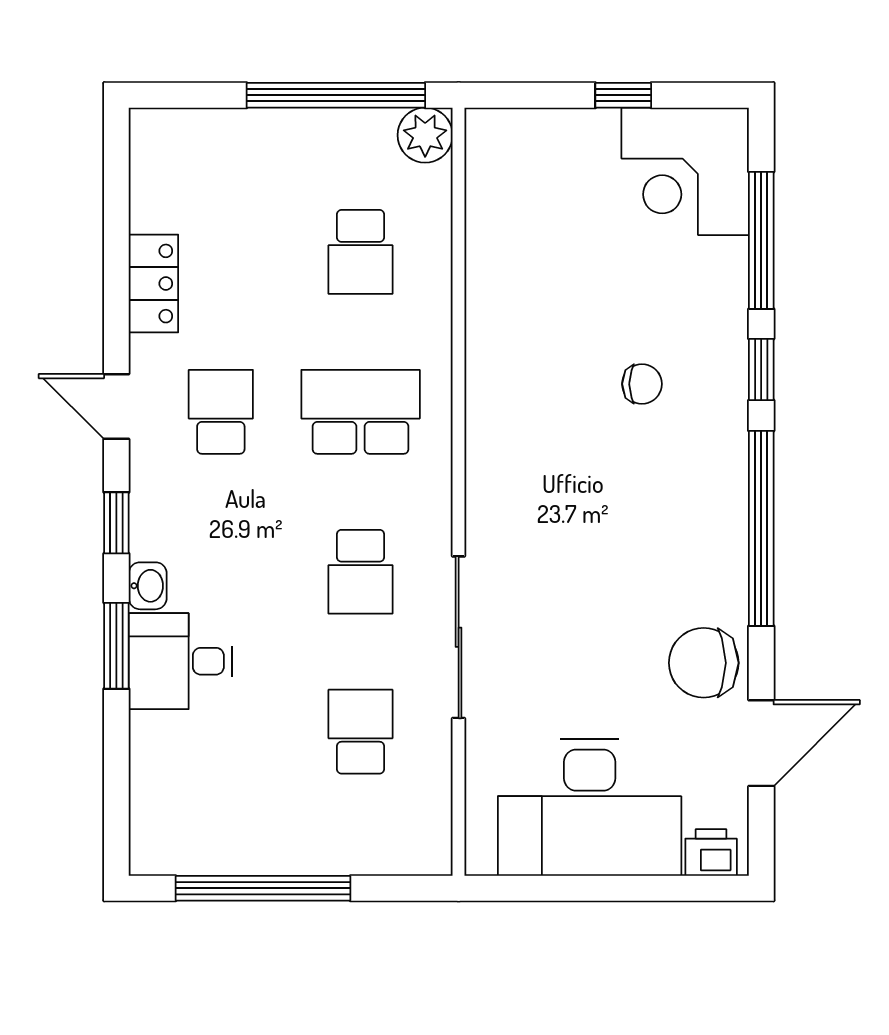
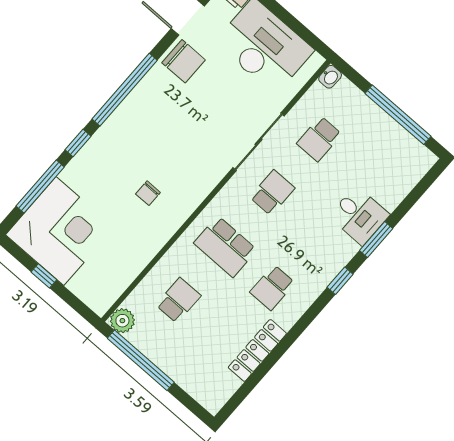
corner desk: (685, 171) -> (60, 231), width x1.36, depth x1.36
locker: (153, 284) -> (257, 350), width x1.53
chair: (642, 384) -> (148, 193), moved, turned -90
door: (116, 407) -> (306, 320), removed
washbasin: (148, 586) -> (330, 77), moved, turned 180

